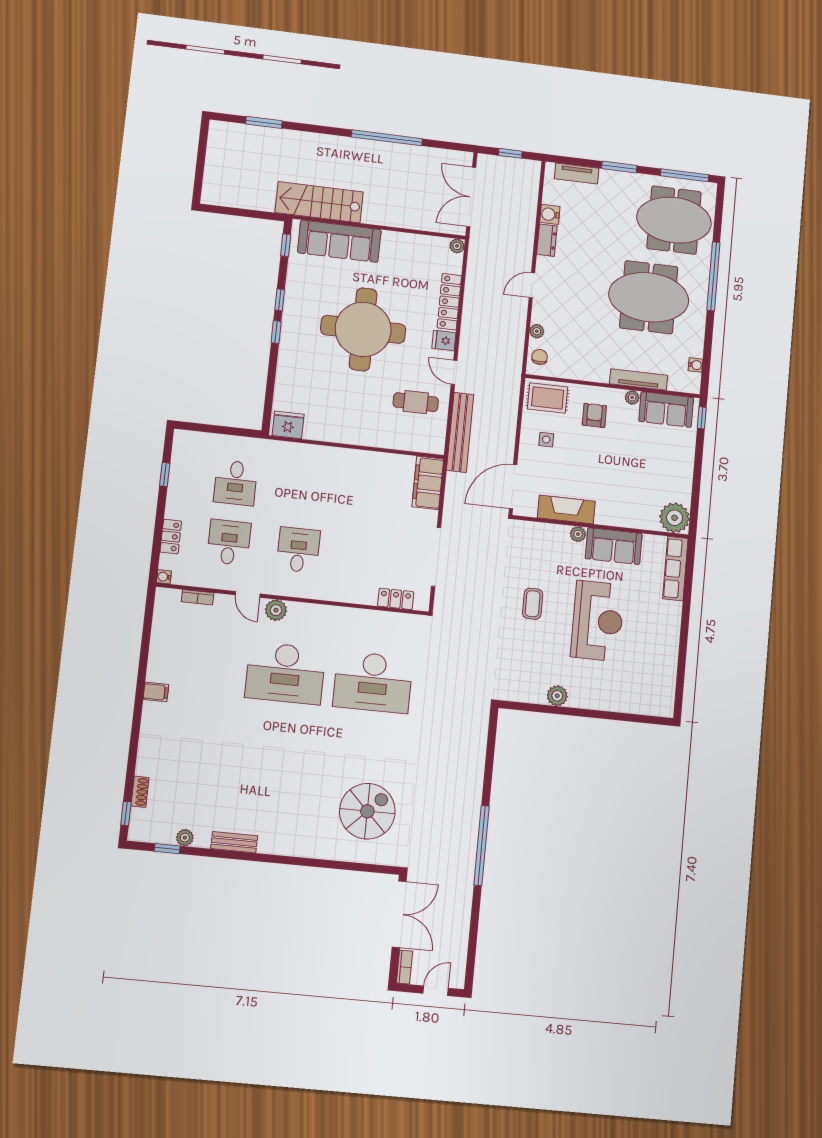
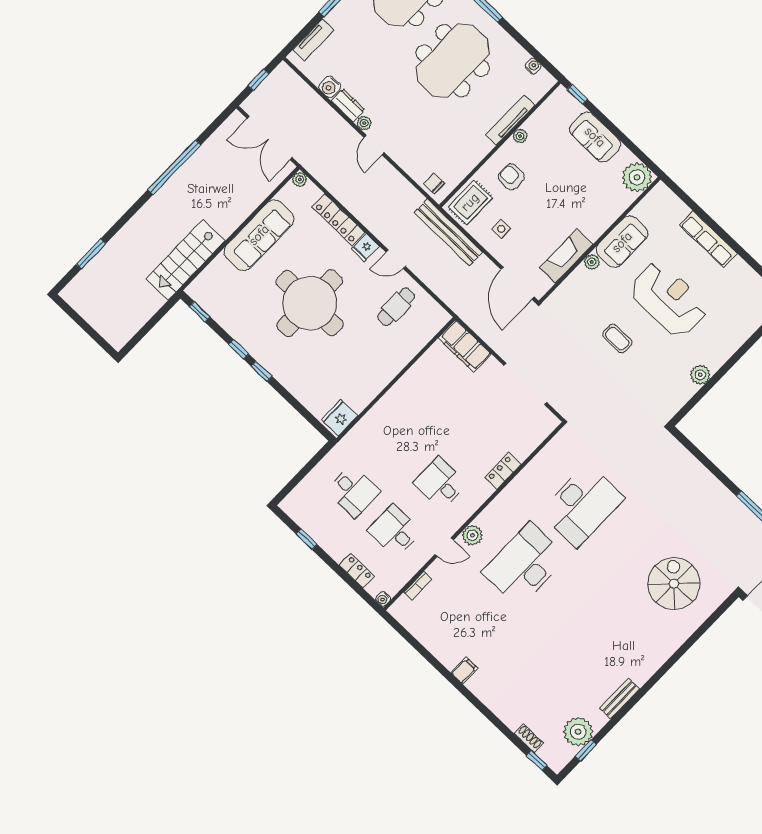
sofa: (339, 241) -> (259, 235), moved
plant: (537, 331) -> (364, 123), moved
sofa: (666, 409) -> (595, 137), moved, turned 90
bench: (460, 432) -> (449, 232), moved
row of seats: (675, 569) -> (708, 239), moved
locker: (396, 599) -> (503, 471), moved
desk: (285, 673) -> (525, 565), turned 180
plant: (185, 838) -> (578, 732), width x1.87, depth x1.87

